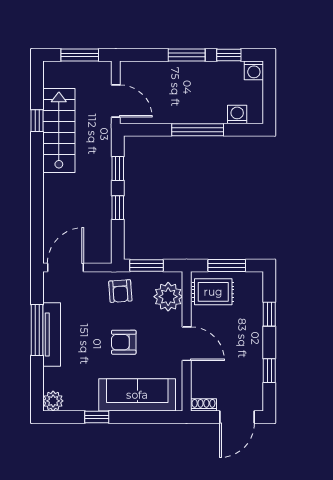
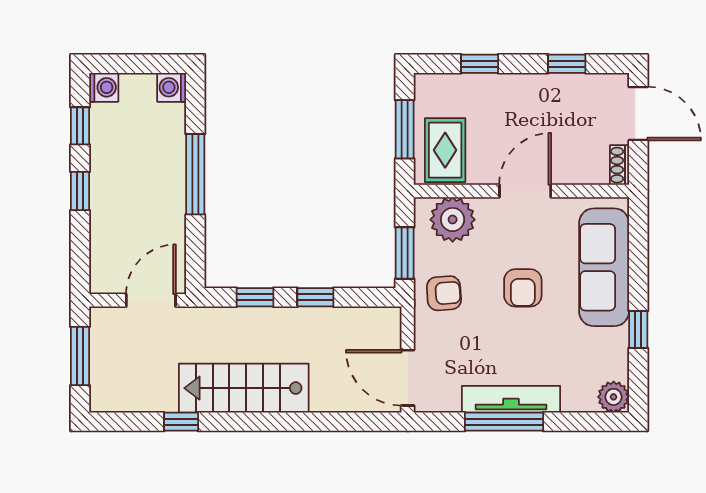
window: (187, 55) -> (80, 191), width x0.67
washing machine: (237, 114) -> (172, 87), moved
stairs: (59, 131) -> (244, 388), moved

